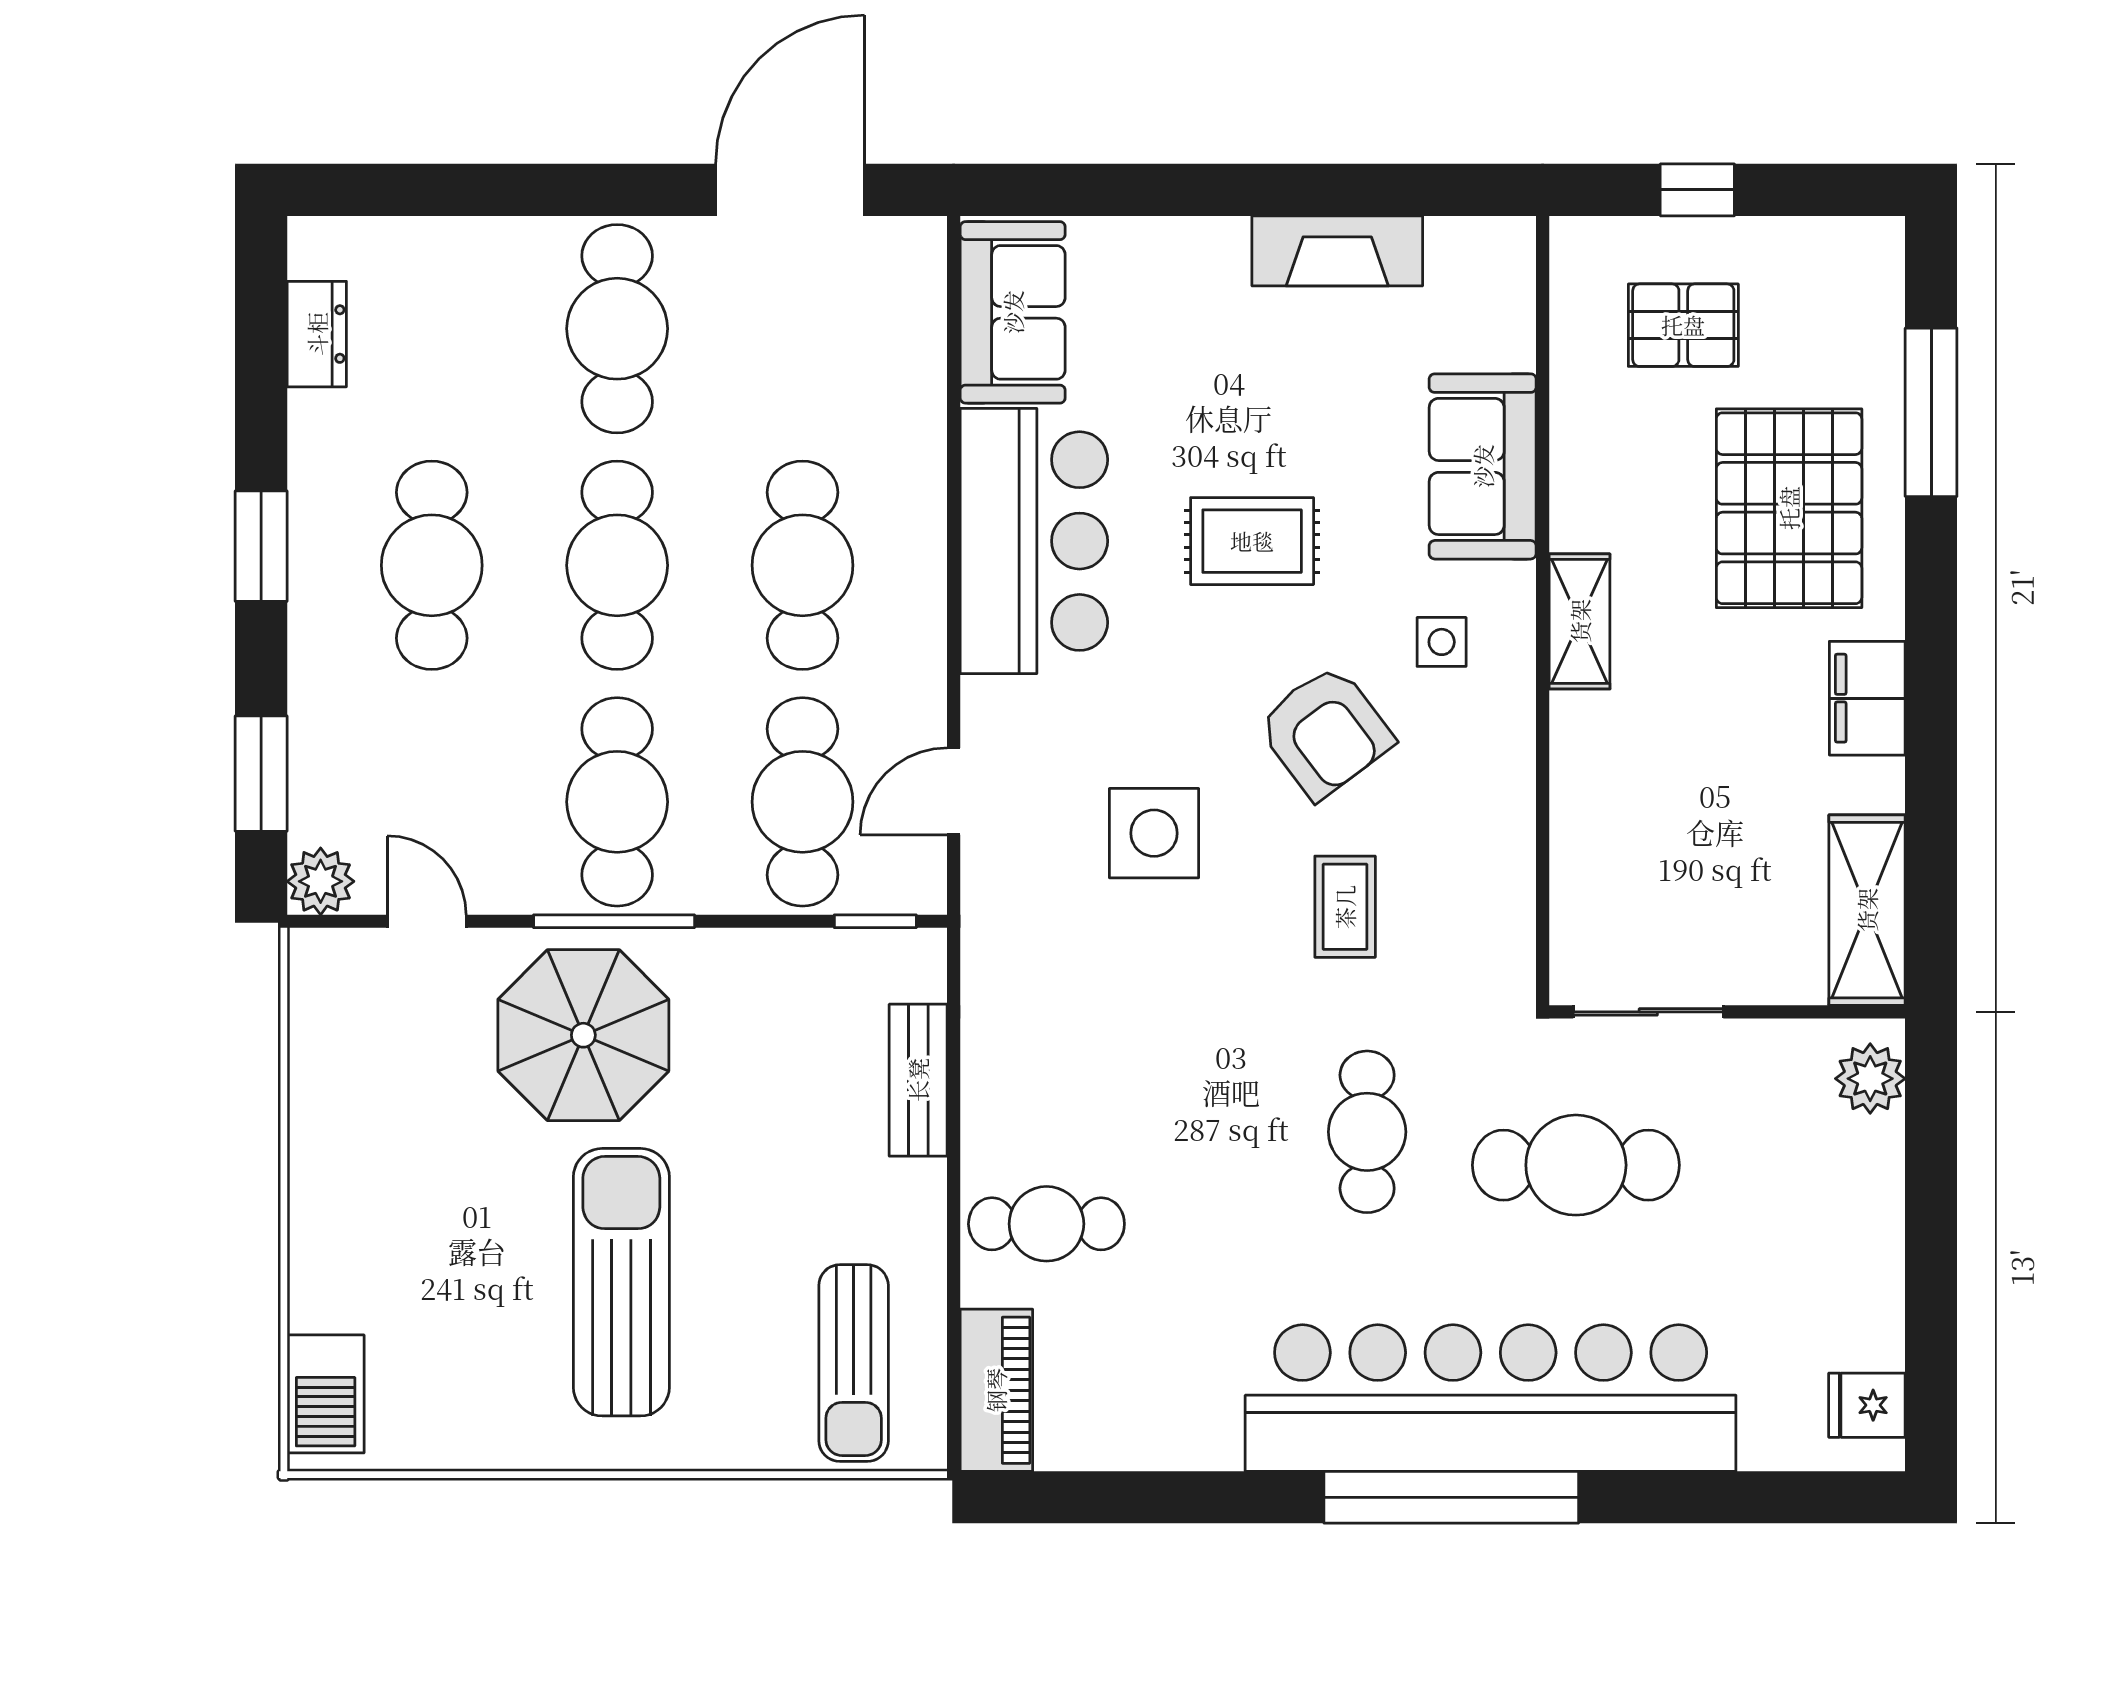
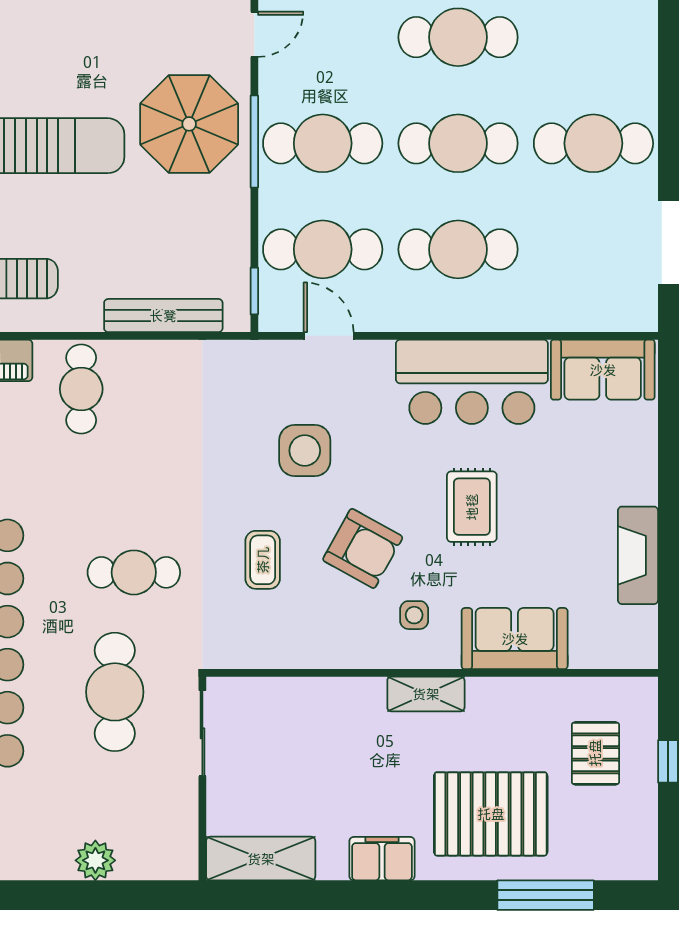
armchair: (1325, 732) -> (363, 548), turned -114
coffee table: (1345, 907) -> (263, 560), turned 90
plant: (1870, 1079) -> (95, 860), moved
bench: (918, 1080) -> (163, 316), width x1.36

